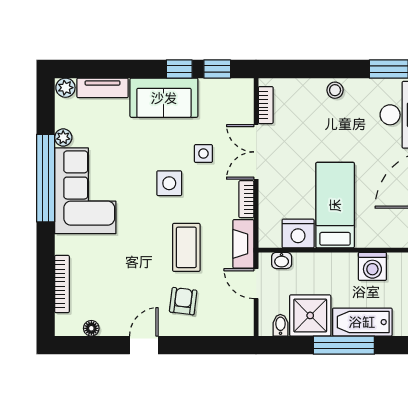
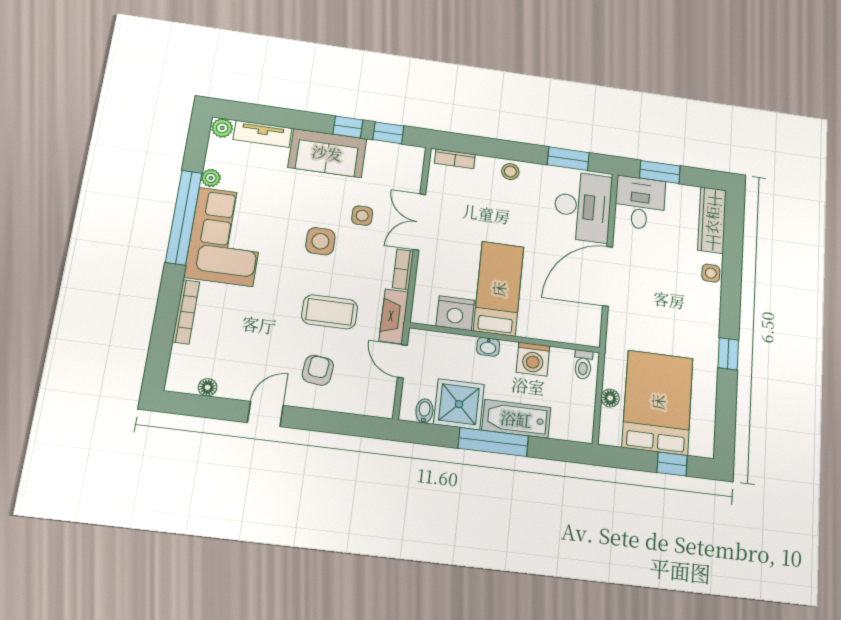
bookcase: (266, 105) -> (455, 159), moved, turned 90
coffee table: (186, 247) -> (330, 312), turned 90
washbasin: (282, 260) -> (488, 347), moved
bookcase: (62, 284) -> (186, 312), moved

